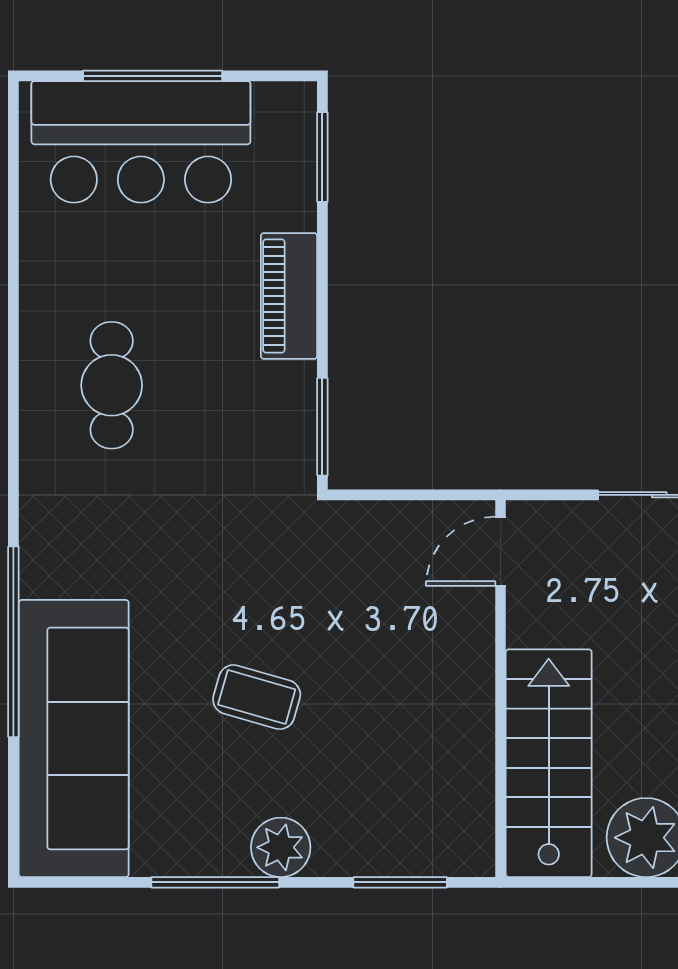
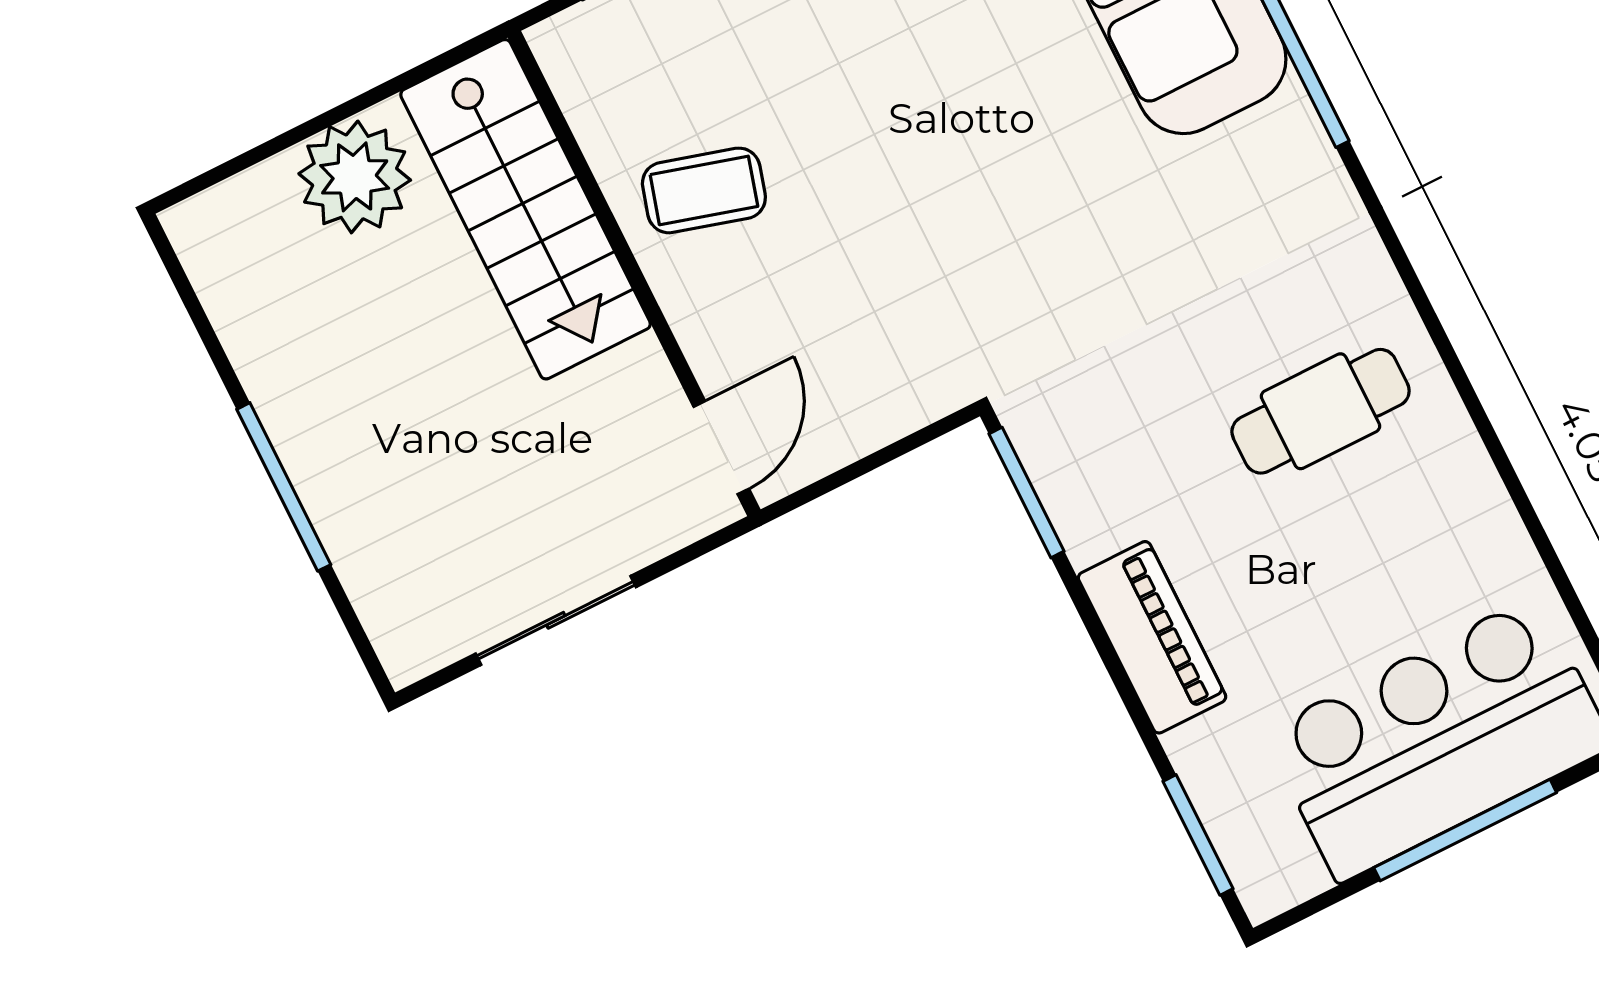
cafe table: (112, 385) -> (1321, 411), turned 90
coffee table: (257, 697) -> (704, 190), moved

